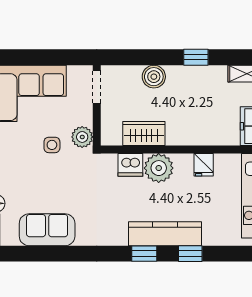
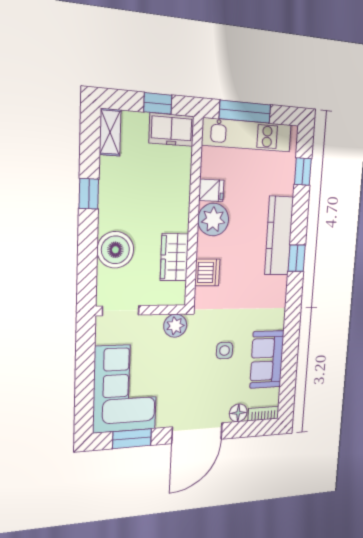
boiler: (154, 77) -> (115, 250), width x1.37, depth x1.37
side table: (52, 145) -> (225, 351), moved
plant: (159, 168) -> (213, 220), moved
window: (190, 254) -> (303, 172), moved

